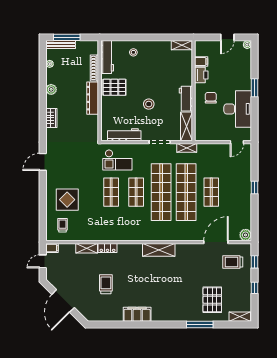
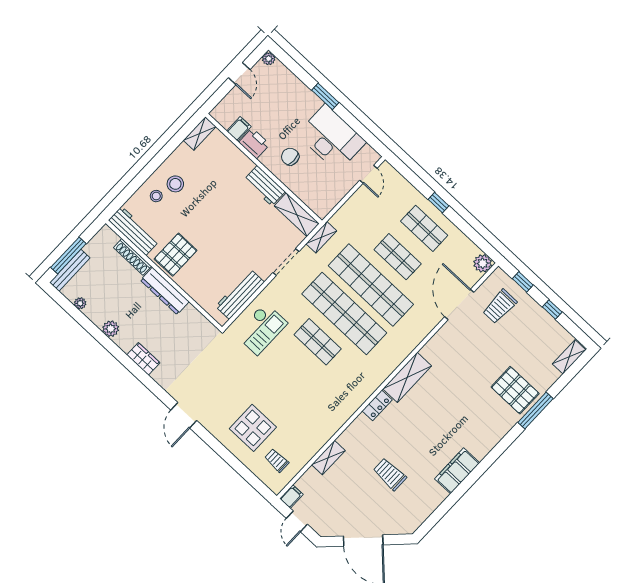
stool: (149, 104) -> (175, 184), moved
shop shelf: (111, 192) -> (424, 228), moved
locker: (107, 248) -> (377, 405), moved
pallet: (212, 300) -> (515, 390), moved

